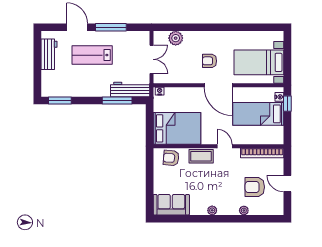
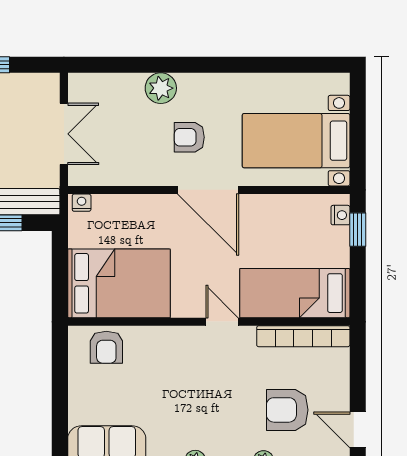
plant: (176, 38) -> (161, 88), moved
bed: (258, 114) -> (295, 293), moved
coffee table: (201, 156) -> (171, 343), removed
armchair: (171, 158) -> (106, 347), turned -95
door: (287, 184) -> (358, 430), moved

